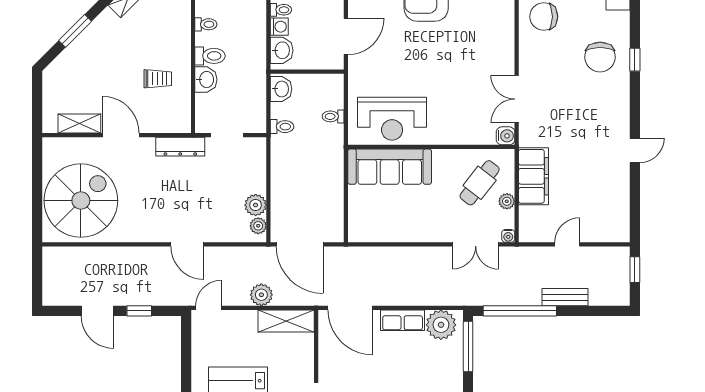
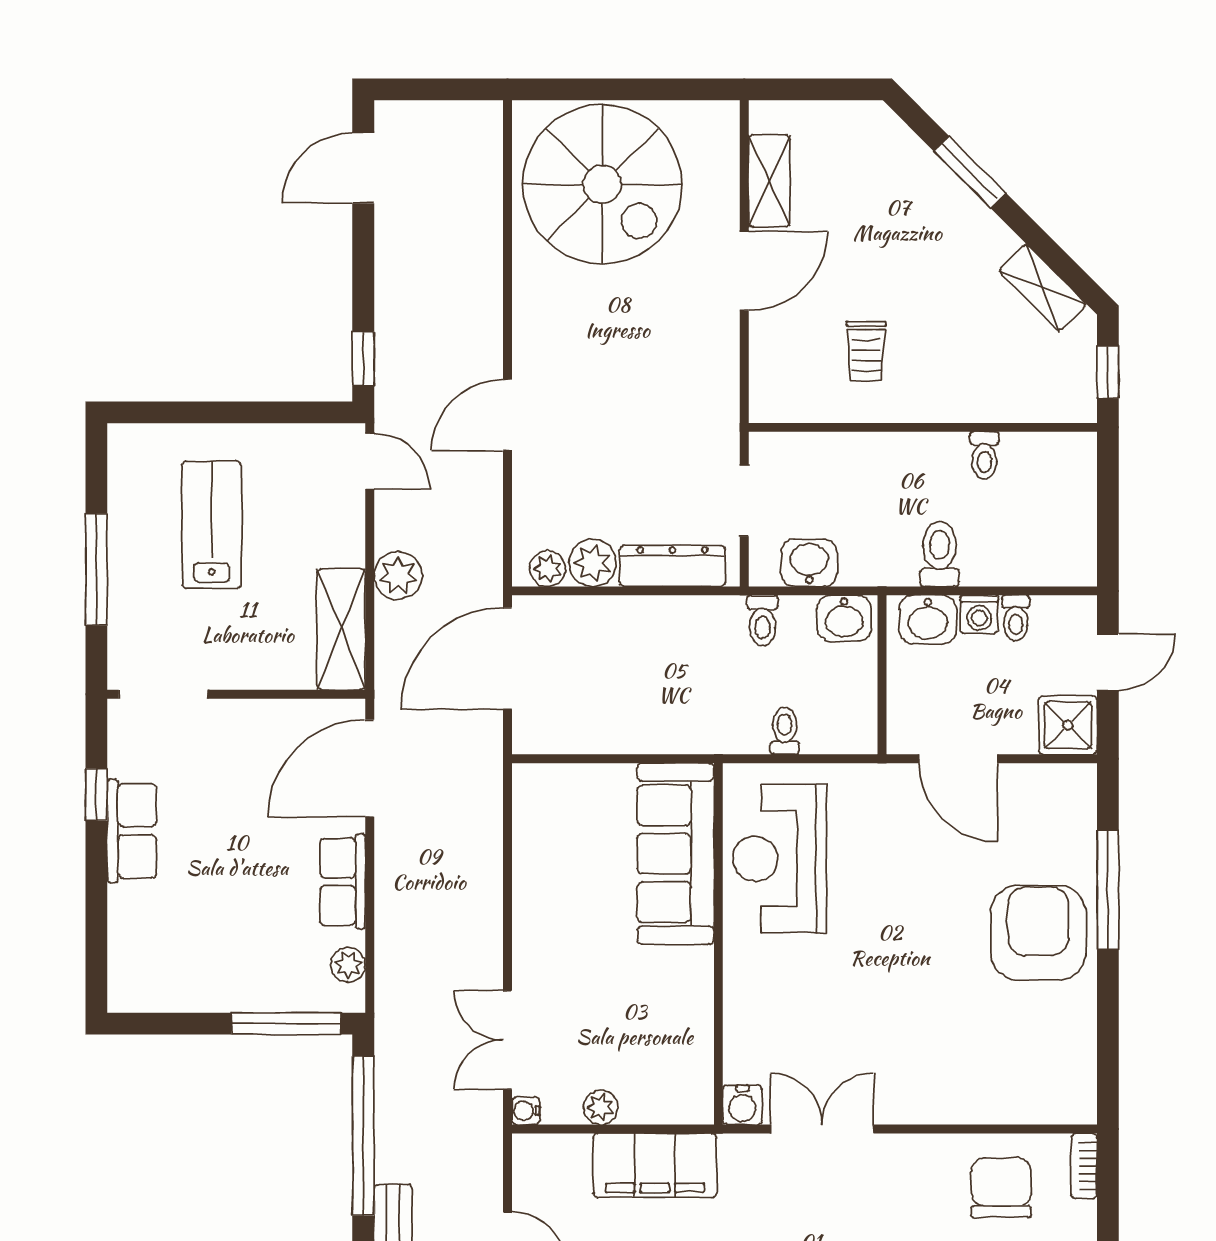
toilet: (210, 56) -> (940, 554), moved, turned 180
washbasin: (206, 80) -> (809, 563), moved, turned 180
dresser: (180, 147) -> (672, 566), moved, turned 90
cafe table: (480, 183) -> (641, 1049), removed
door: (97, 311) -> (363, 168), moved
window: (139, 311) -> (363, 359), moved
plant: (441, 325) -> (348, 965), width x0.53, depth x0.53

